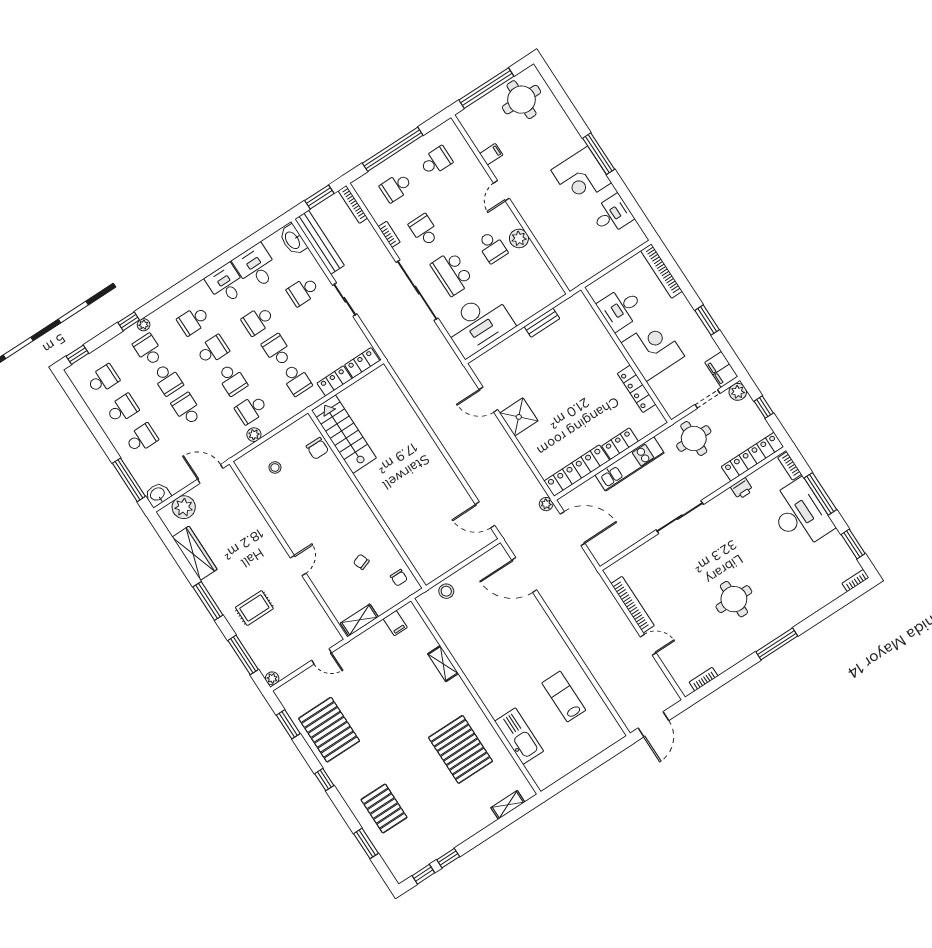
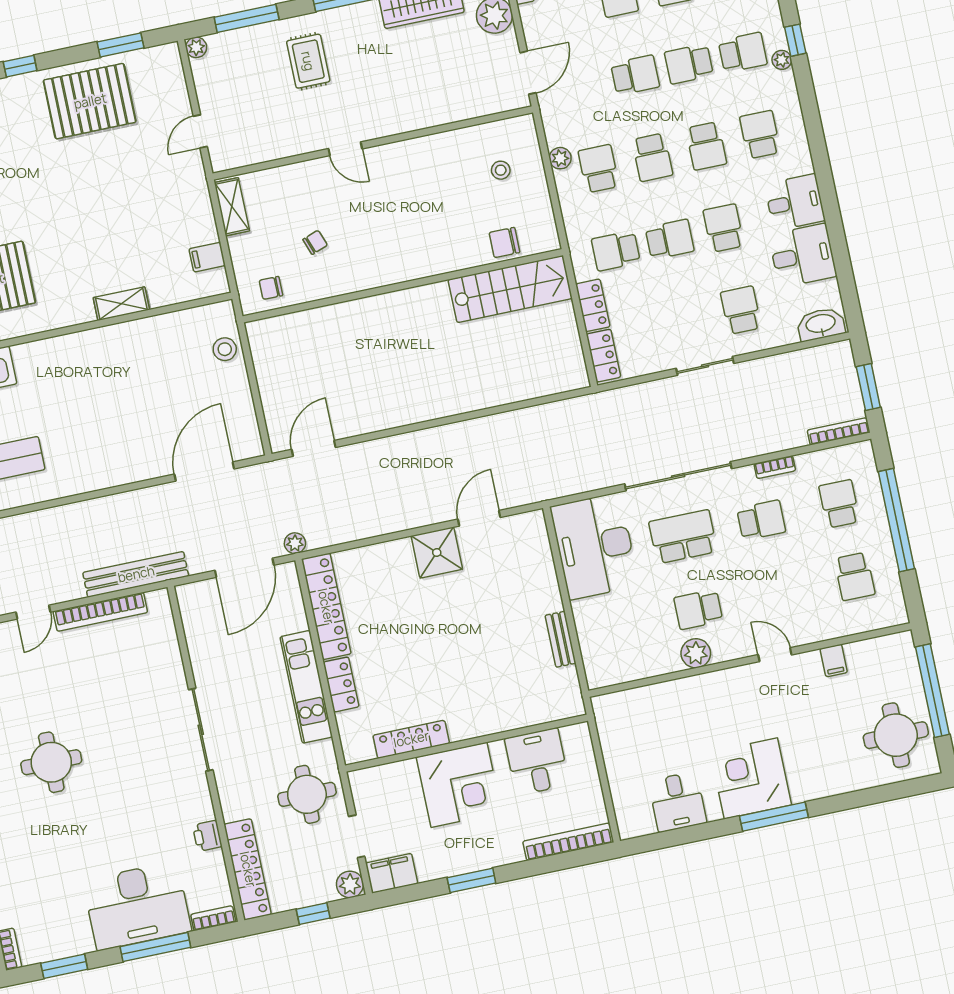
bench: (320, 242) -> (136, 574), moved
school desk: (232, 380) -> (652, 157), turned -90

